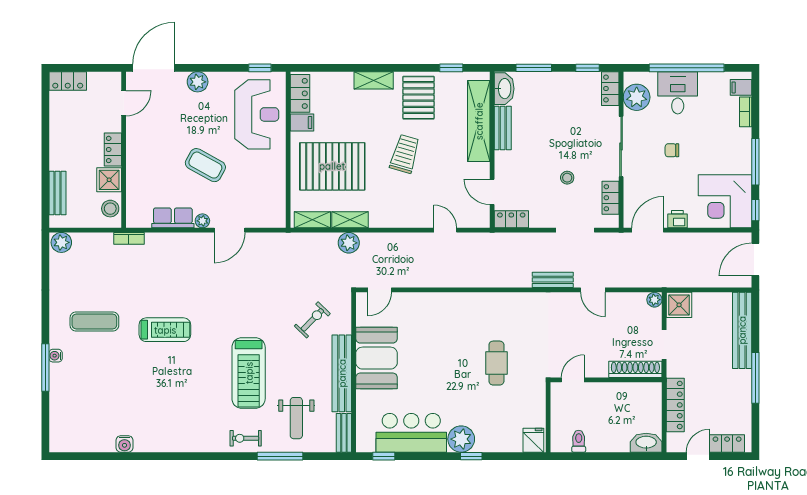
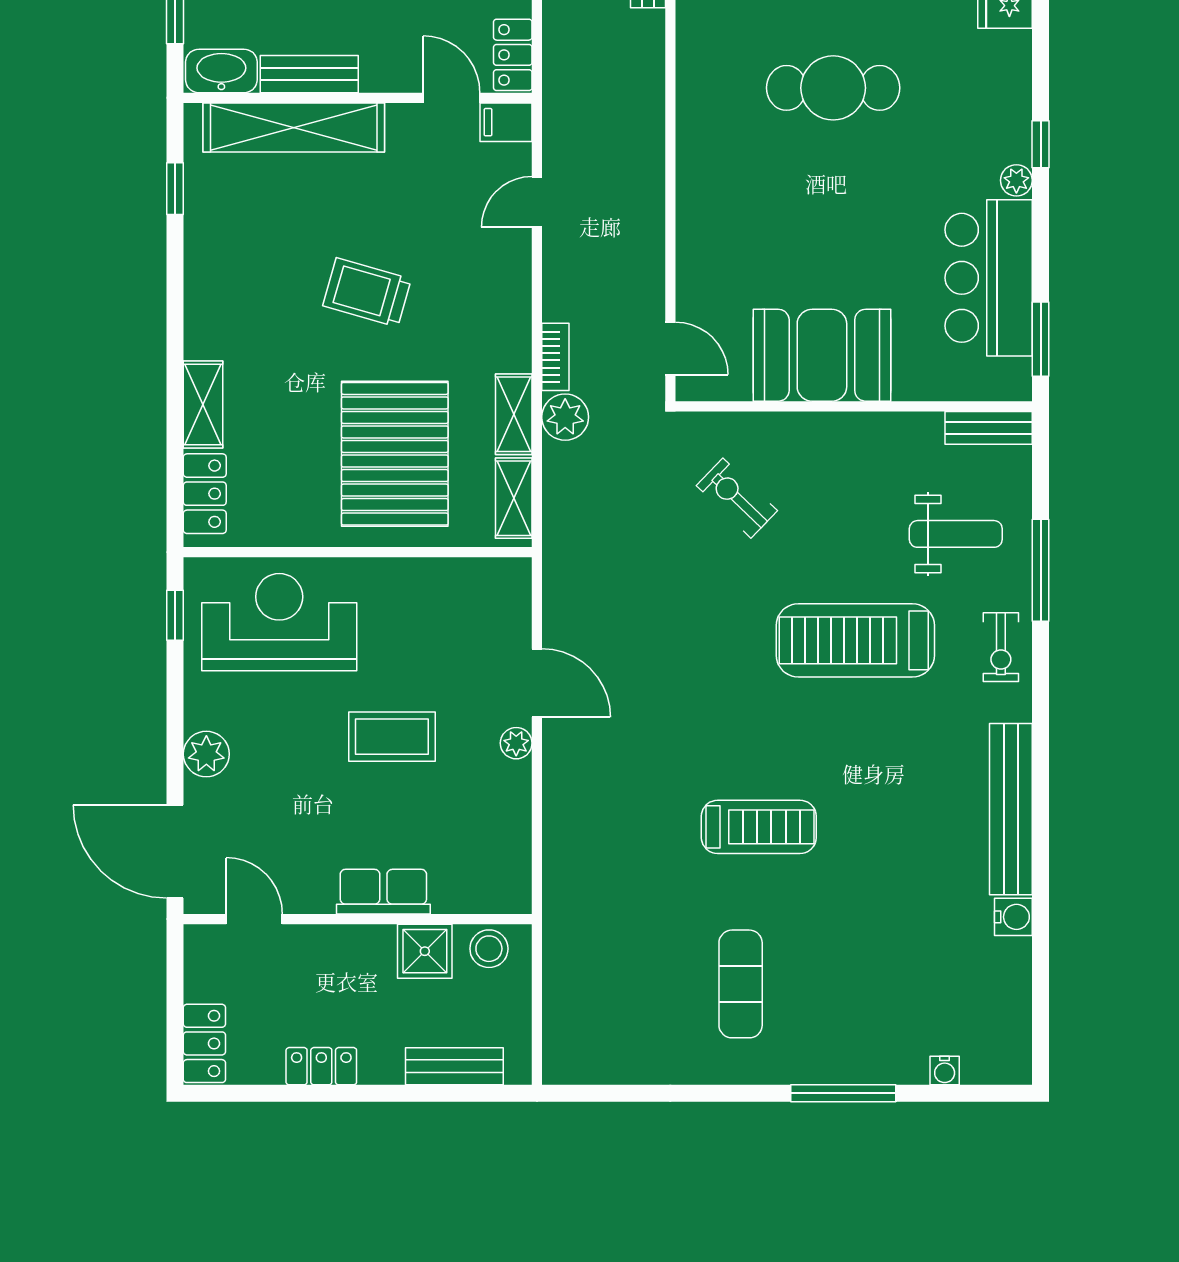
shelving: (374, 80) -> (203, 404), moved
locker: (300, 93) -> (205, 494), moved, turned 90
pallet: (418, 98) -> (242, 262), removed
filing cabinet: (302, 123) -> (506, 122), moved, turned -90
locker: (113, 149) -> (321, 1066), moved, turned 180
coffee table: (205, 165) -> (392, 737), turned 61
door: (492, 192) -> (452, 98), swing flipped
row of seats: (173, 218) -> (383, 892), moved, turned 90
bookcase: (129, 238) -> (555, 357), moved
plant: (61, 242) -> (564, 1058), removed
treadmill: (165, 330) -> (759, 827), turned 90
water cooler: (56, 356) -> (945, 1070), moved
cafe table: (496, 363) -> (833, 88), width x1.37, depth x1.35
treadmill: (249, 373) -> (855, 640), turned 180
bench: (342, 373) -> (1011, 809), moved, turned 90
plant: (461, 439) -> (1016, 180), width x0.53, depth x0.53
window: (384, 456) -> (1041, 339), width x1.50

